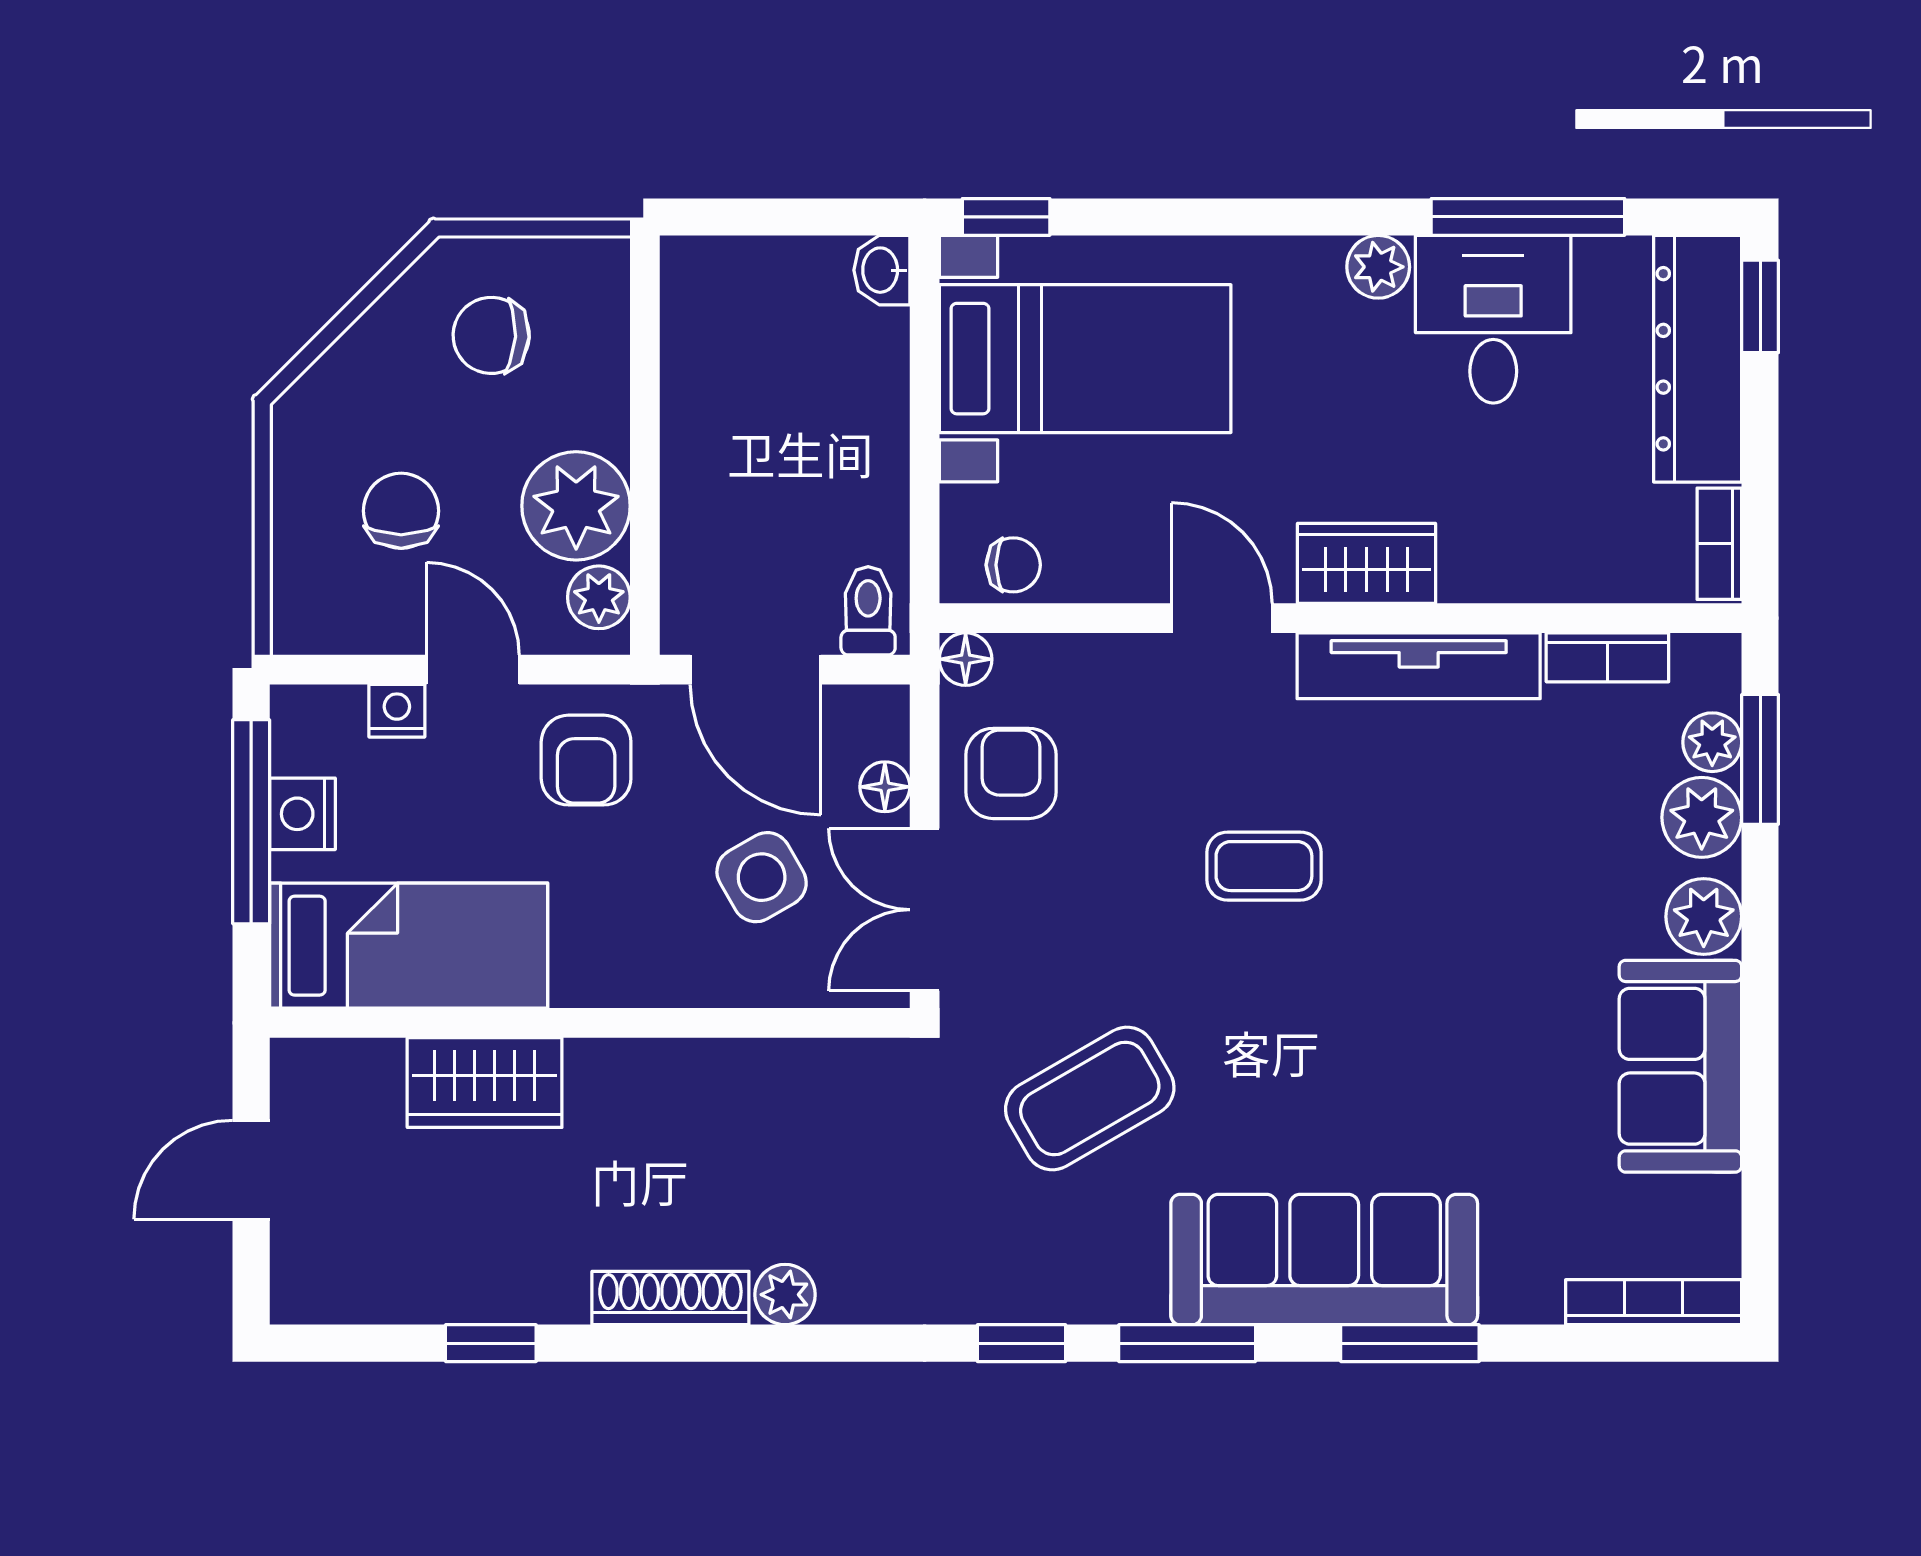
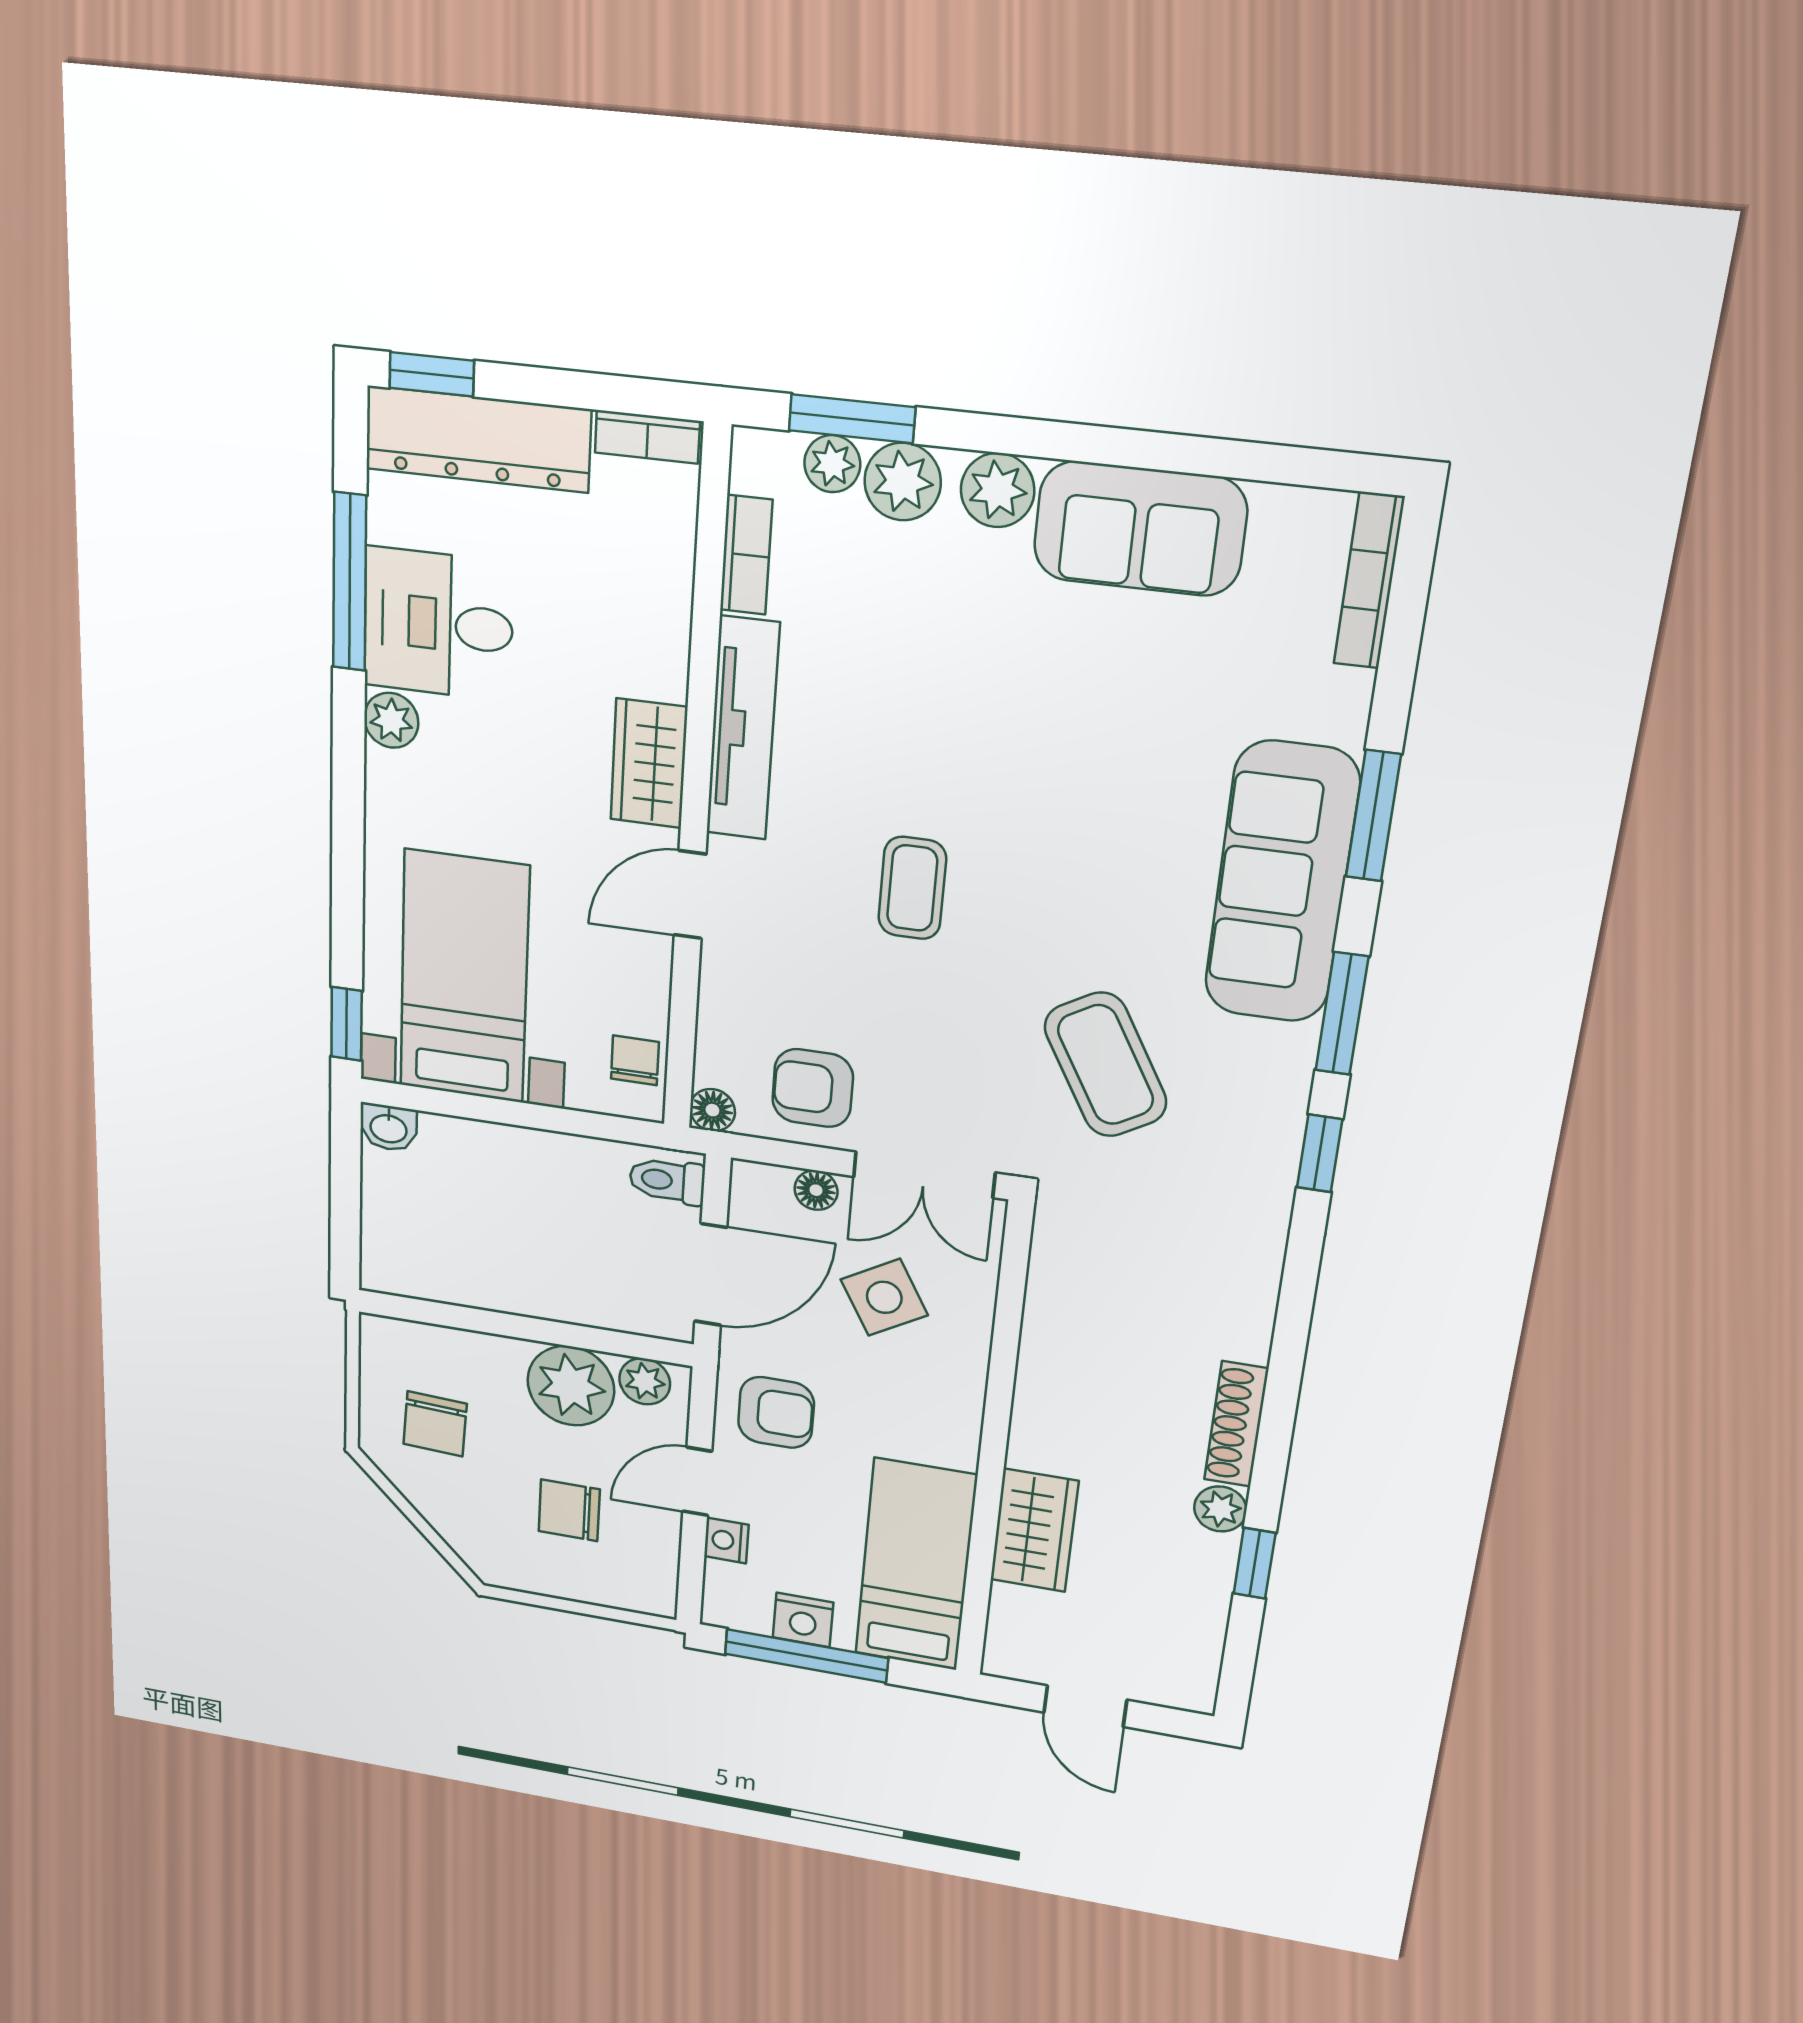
plant: (785, 1295) -> (1220, 1509), moved

